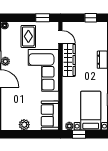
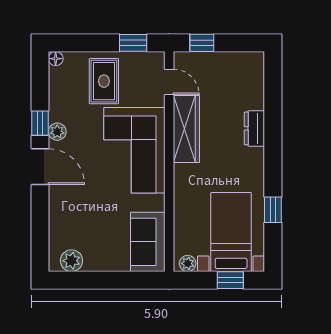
window: (91, 18) -> (202, 43), moved
plant: (24, 125) -> (71, 261), moved
window: (79, 134) -> (230, 280), moved

